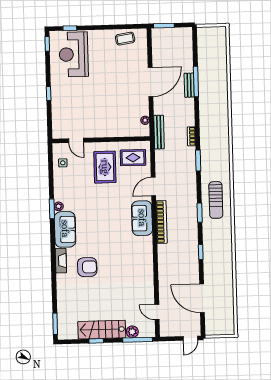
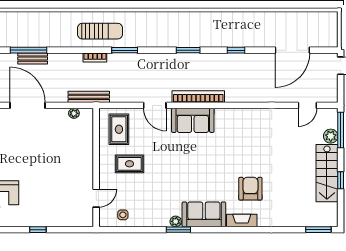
rug: (105, 167) -> (129, 164), width x0.73, depth x0.70
sun lounger: (216, 200) -> (100, 31), moved

